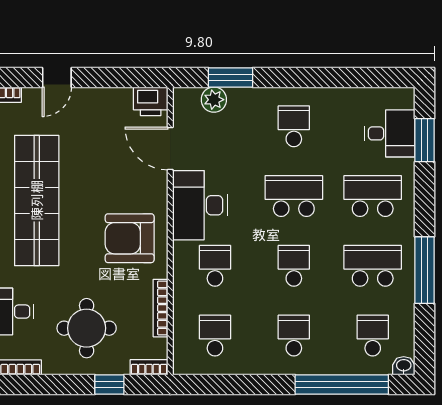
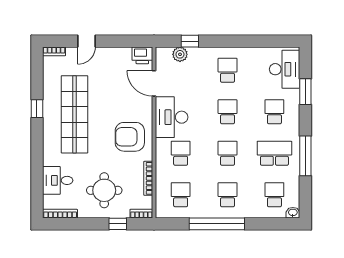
window: (231, 77) -> (190, 41), width x0.67
desk: (390, 133) -> (285, 69), width x1.37
window: (425, 140) -> (305, 92), moved
school desk: (294, 196) -> (228, 112), width x0.54
school desk: (373, 196) -> (274, 112), width x0.54
window: (342, 384) -> (217, 224), moved

